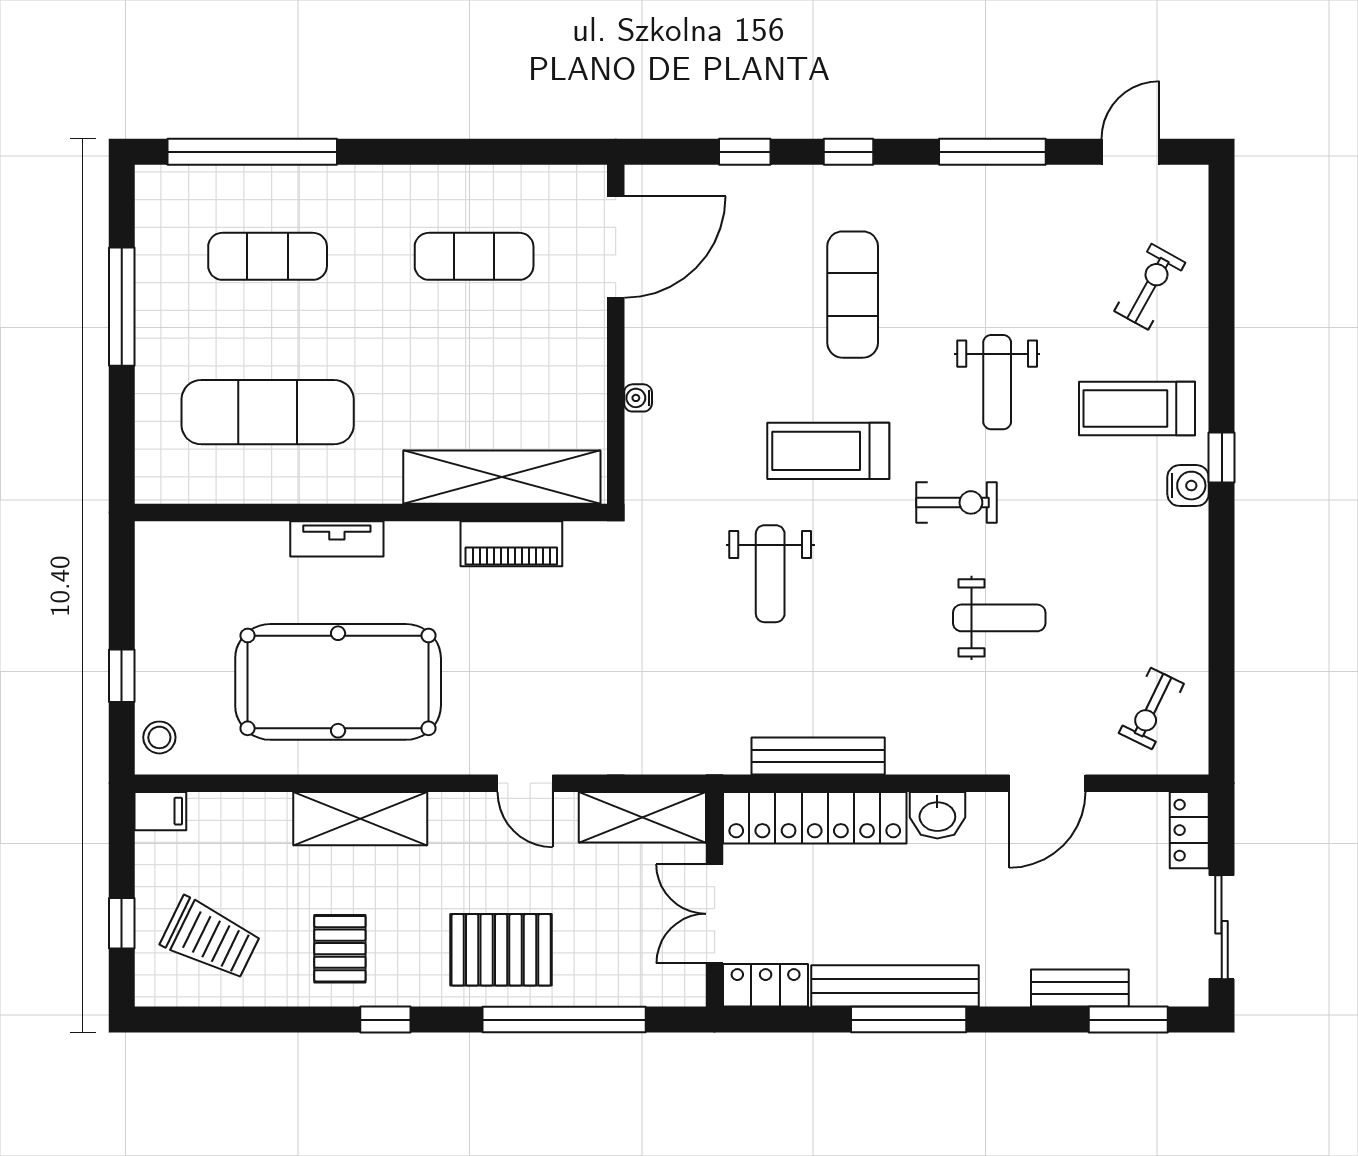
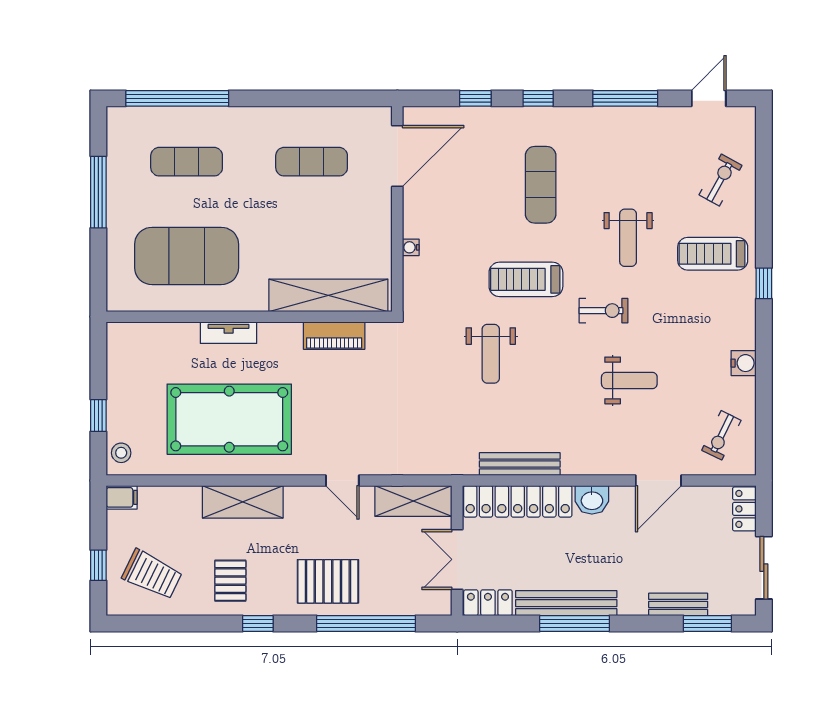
exercise mat: (268, 412) -> (187, 256), width x1.47
water cooler: (1188, 486) -> (744, 363), moved

